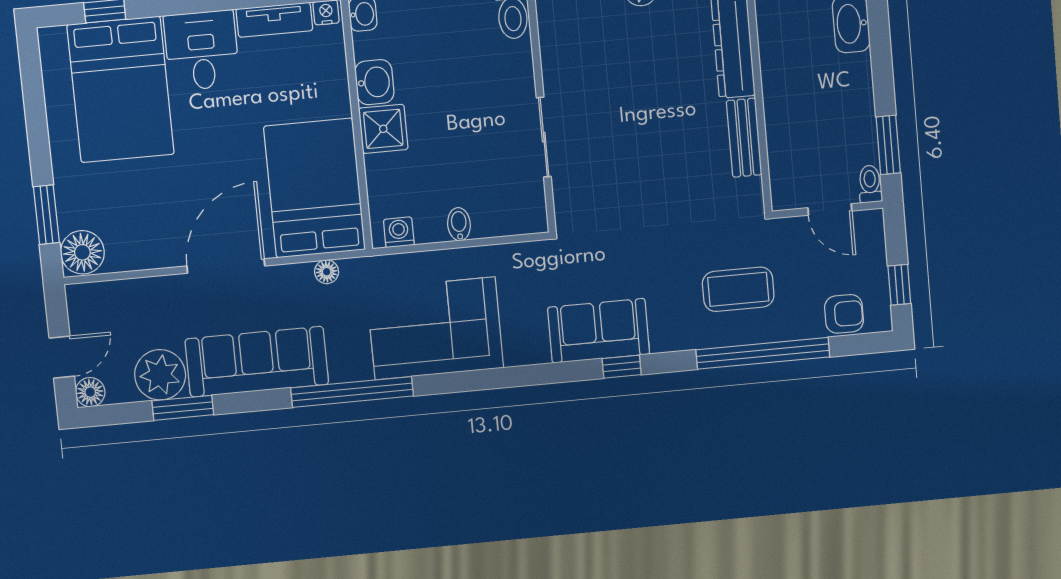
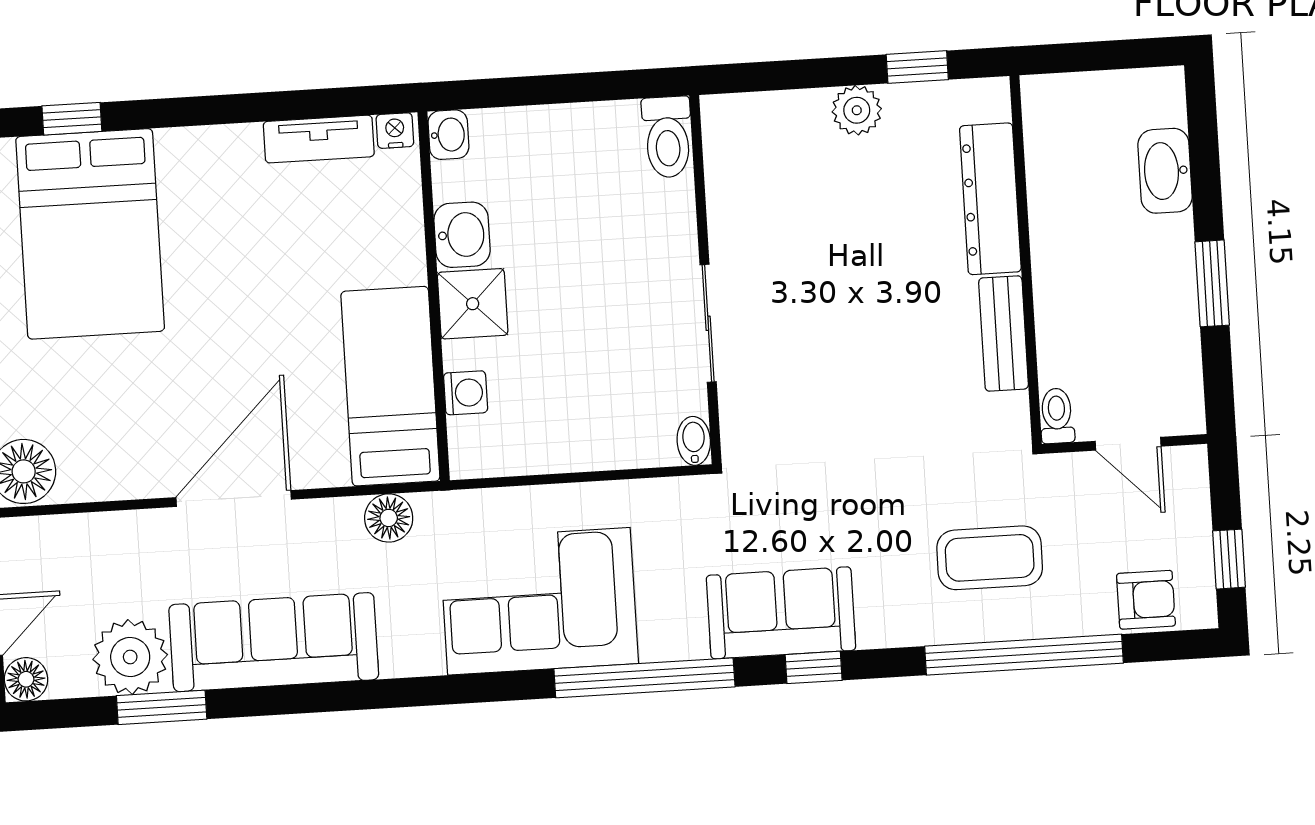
desk: (202, 50) -> (211, 181), removed
window: (888, 145) -> (1212, 283), moved
toilet: (870, 184) -> (1057, 416), moved
bed: (315, 188) -> (390, 386), width x0.67
bidet: (459, 224) -> (694, 441), moved
washing machine: (399, 232) -> (466, 393), moved, turned 90
floor lamp: (327, 272) -> (389, 518), width x1.37, depth x1.37
window: (352, 392) -> (644, 678), moved

